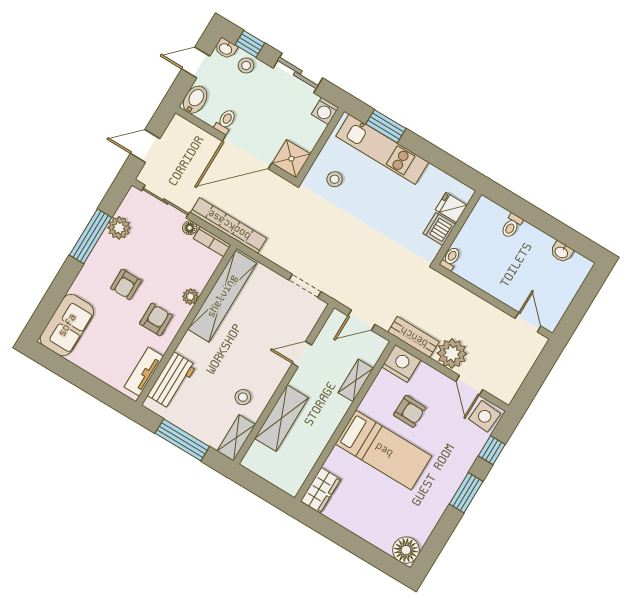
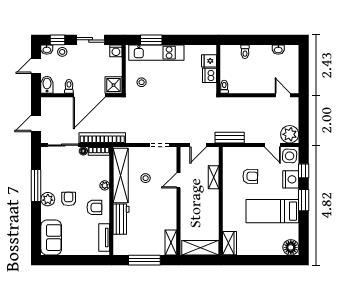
plant: (119, 228) -> (48, 199), moved
armchair: (126, 284) -> (69, 199), turned 180
armchair: (156, 320) -> (94, 207), turned 90
plant: (452, 354) -> (290, 134), moved
nightstand: (401, 363) -> (291, 179), moved, turned 90
workbench: (172, 381) -> (121, 219), moved
stool: (243, 397) -> (146, 178), moved
shelving: (282, 418) -> (200, 248), moved, turned 90
bed: (384, 450) -> (272, 211), moved, turned 180

